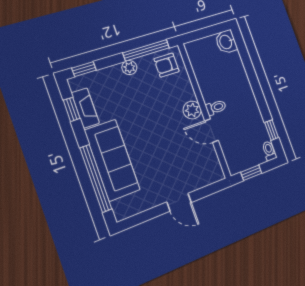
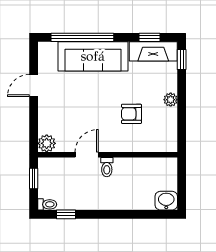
window: (146, 50) -> (182, 120), removed
armchair: (167, 65) -> (131, 114), moved, turned -90
fireplace: (85, 108) -> (153, 51), width x1.37, depth x1.32
plant: (192, 110) -> (47, 143), moved
door: (179, 202) -> (34, 85), moved

